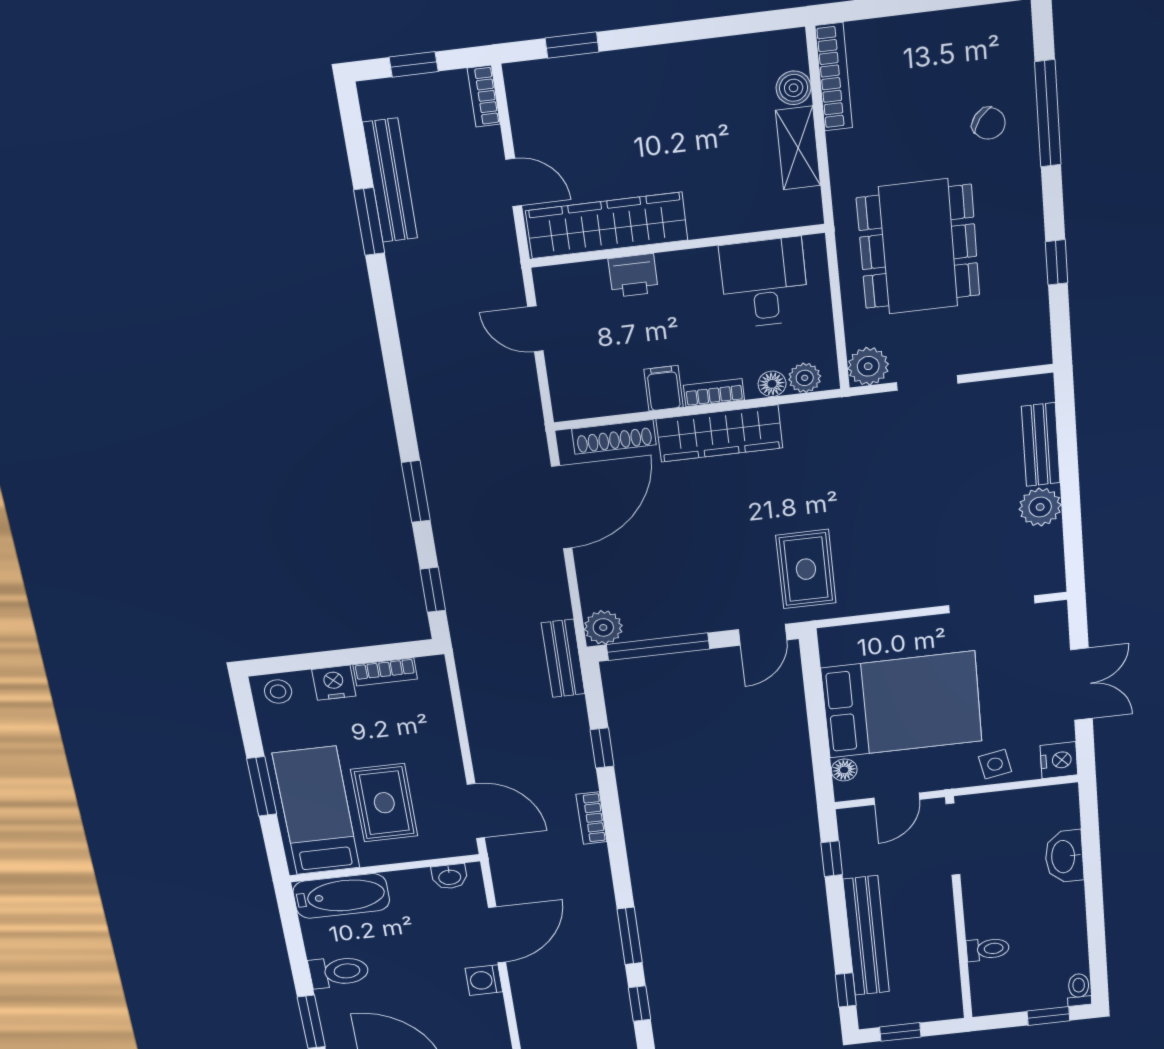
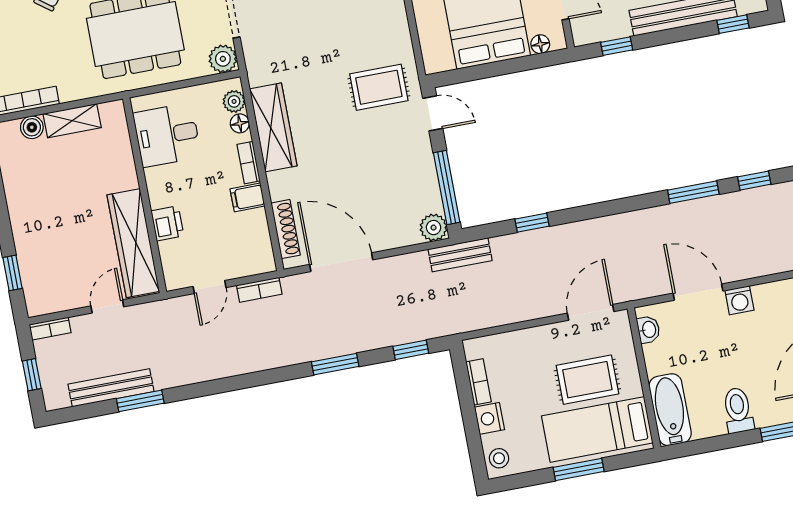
wardrobe: (719, 434) -> (273, 127), moved
bookcase: (591, 818) -> (259, 290), moved

